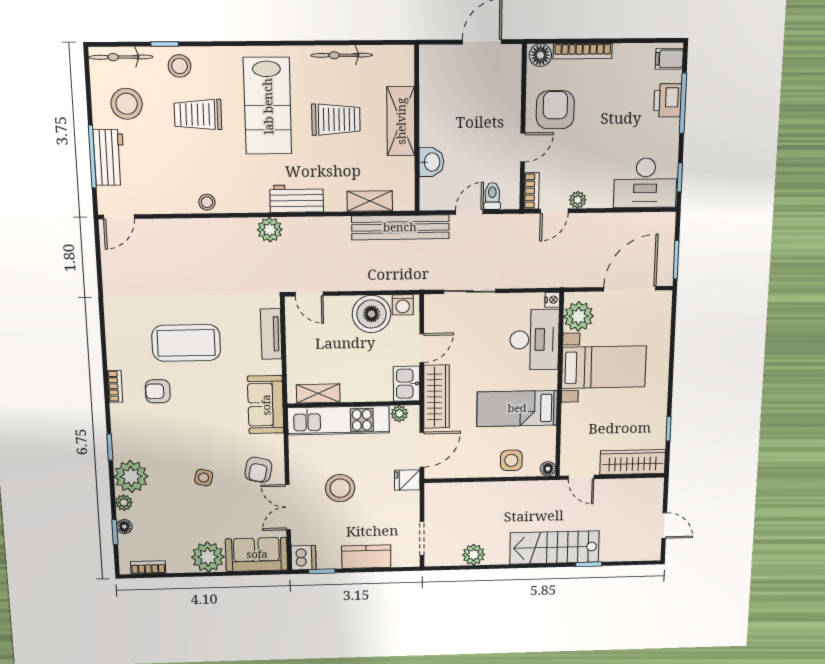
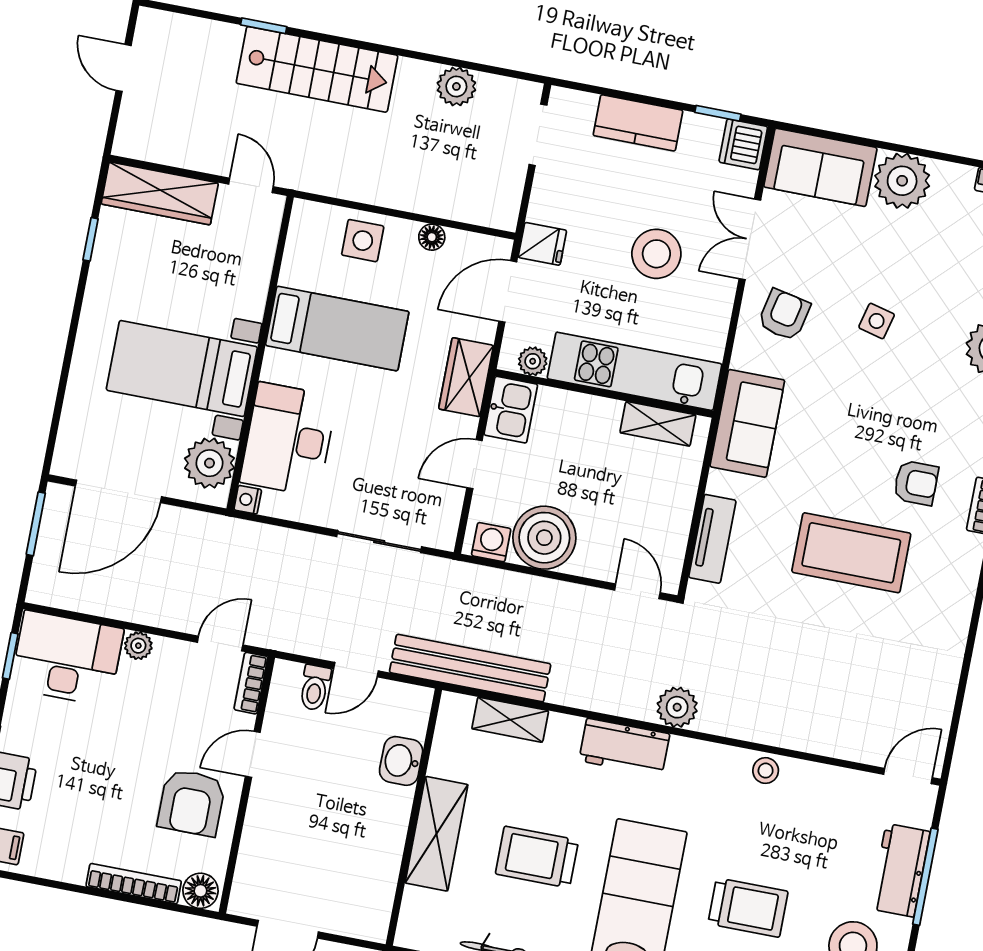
plant: (578, 200) -> (138, 646), moved
wardrobe: (437, 397) -> (466, 377), width x0.67
floor lamp: (548, 469) -> (432, 237), moved
double door: (288, 507) -> (750, 239), swing flipped

